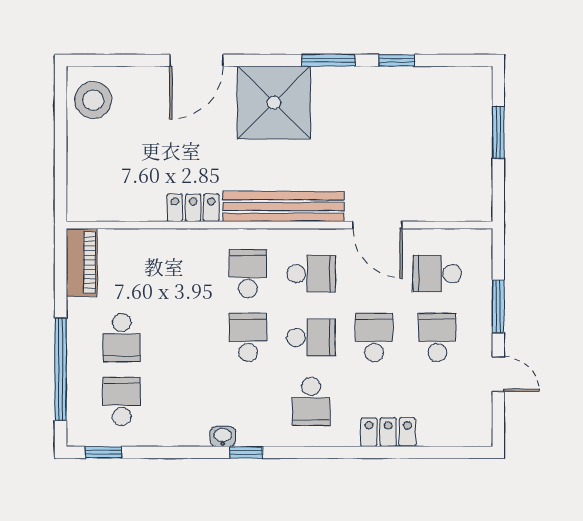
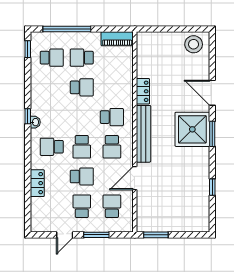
window: (328, 60) -> (212, 134), moved
window: (498, 132) -> (156, 235), moved
school desk: (248, 338) -> (82, 87), moved
school desk: (437, 338) -> (82, 206), turned -90
washbasin: (223, 436) -> (35, 122), moved

